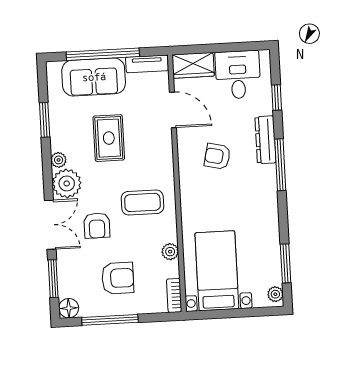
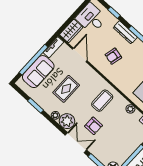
door: (173, 110) -> (80, 55), hinge flipped
rug: (109, 138) -> (66, 89), turned 90
armchair: (118, 278) -> (121, 138), removed

